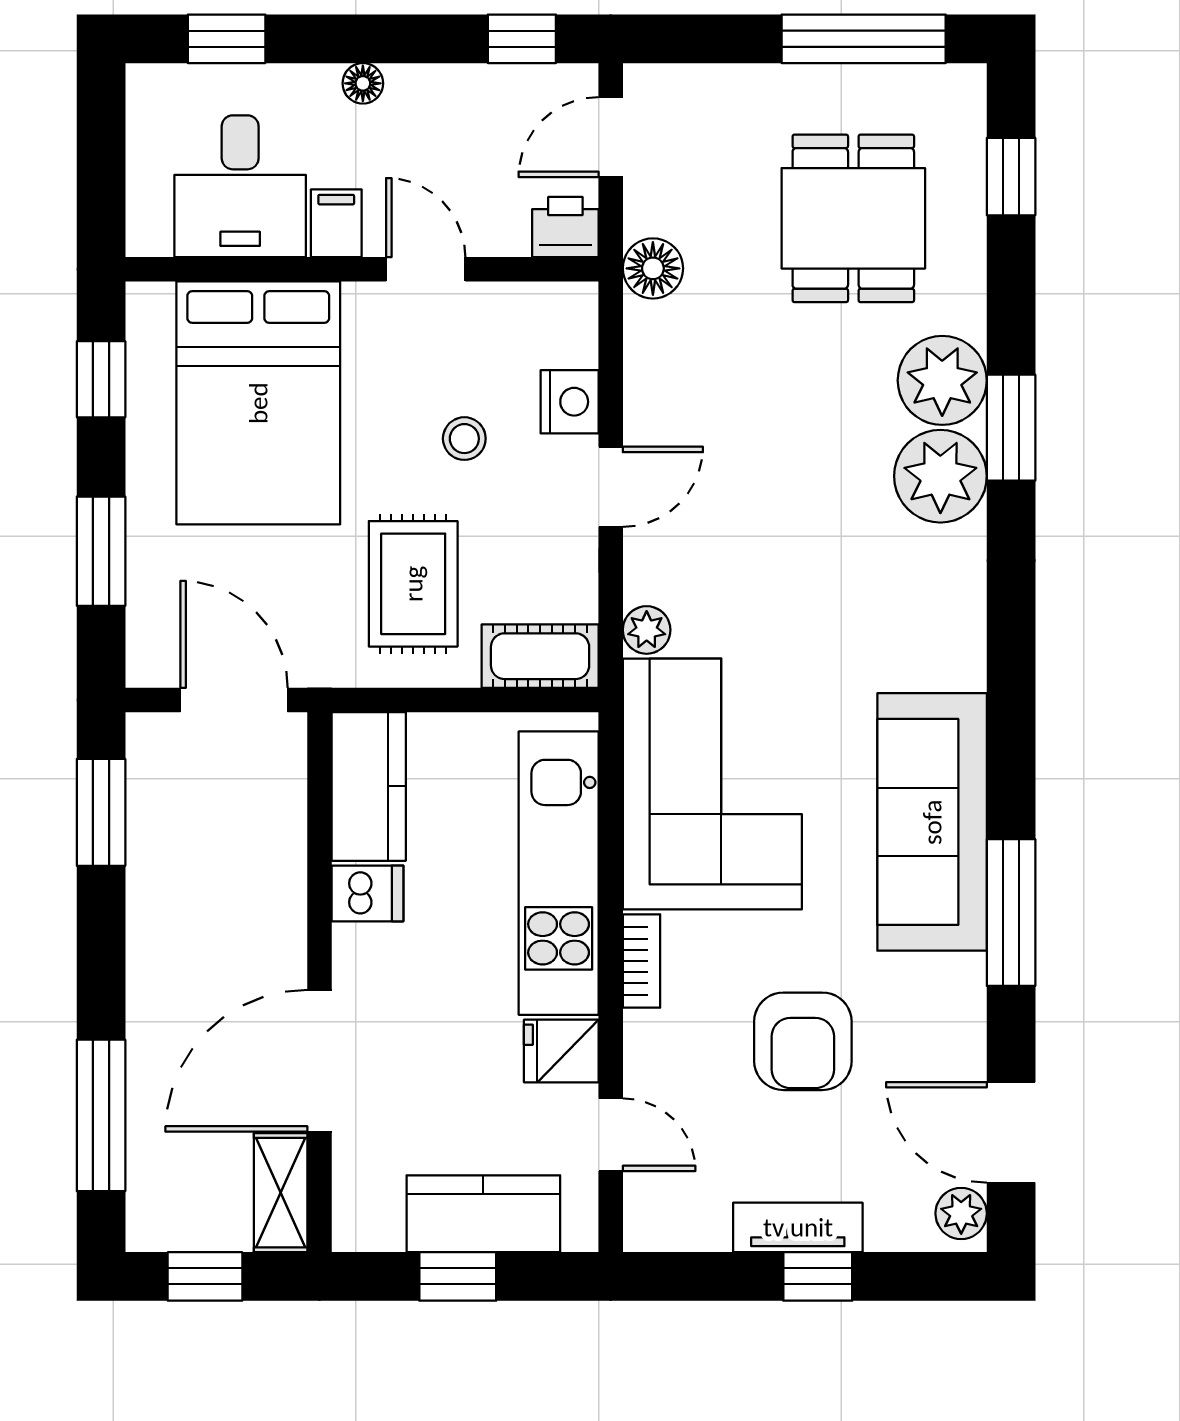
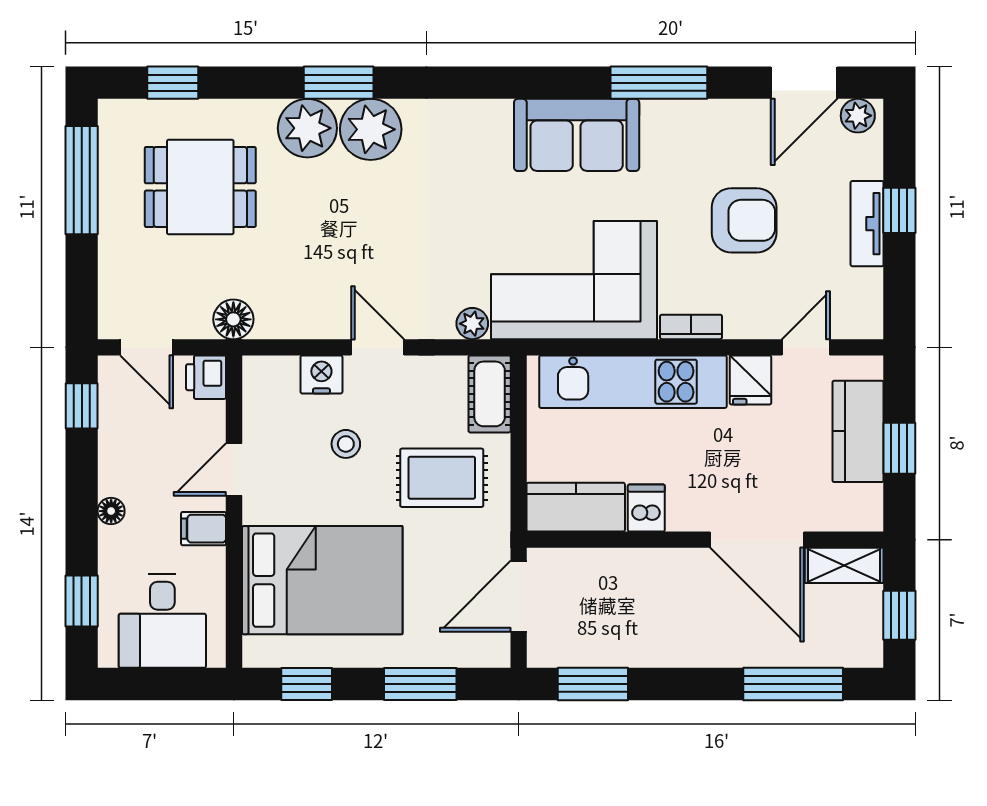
desk: (240, 186) -> (162, 621), moved, turned 90
sofa: (932, 822) -> (577, 135), width x0.73

